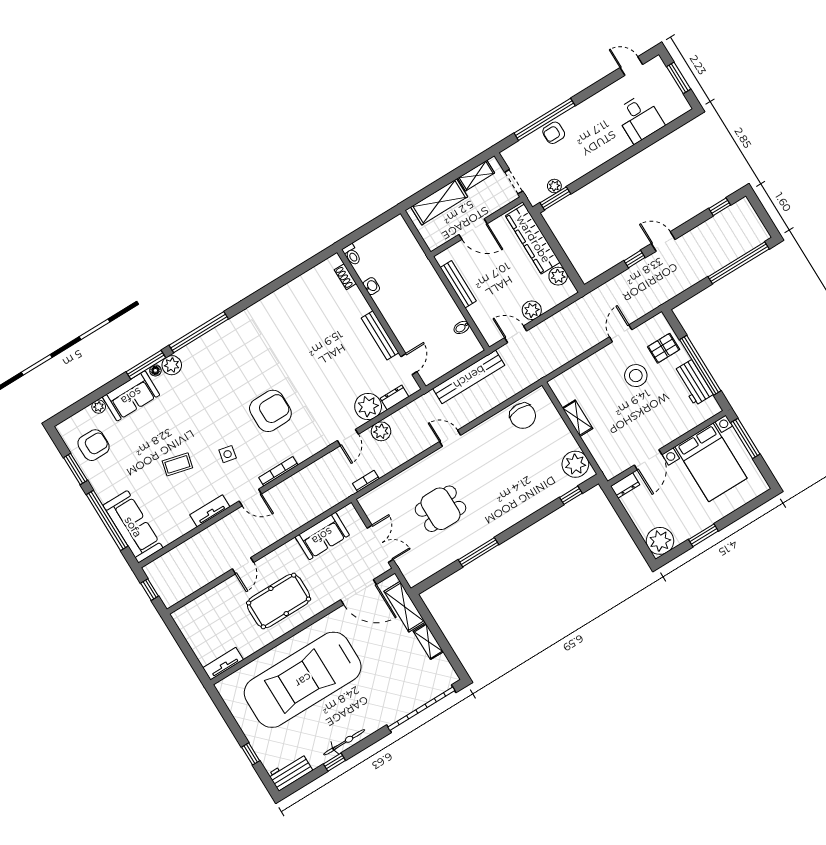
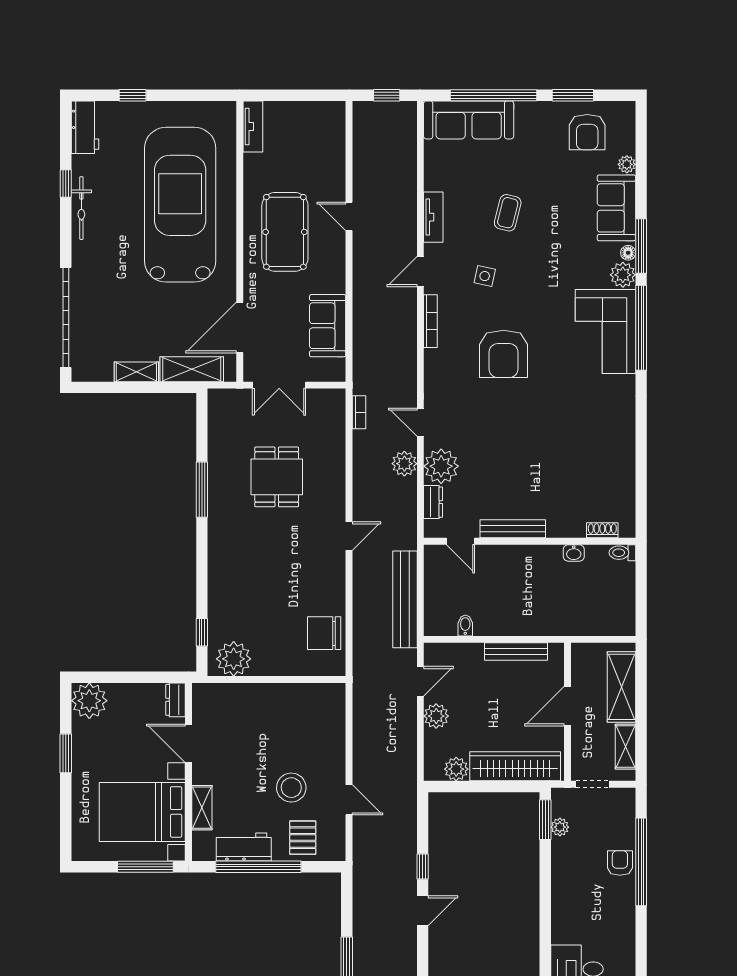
corner sofa: (215, 354) -> (605, 331), added
shelving: (578, 418) -> (202, 808), moved, turned 90

